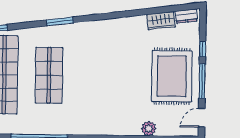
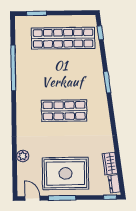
window: (202, 49) -> (110, 197), moved
shop shelf: (49, 75) -> (64, 111), moved

